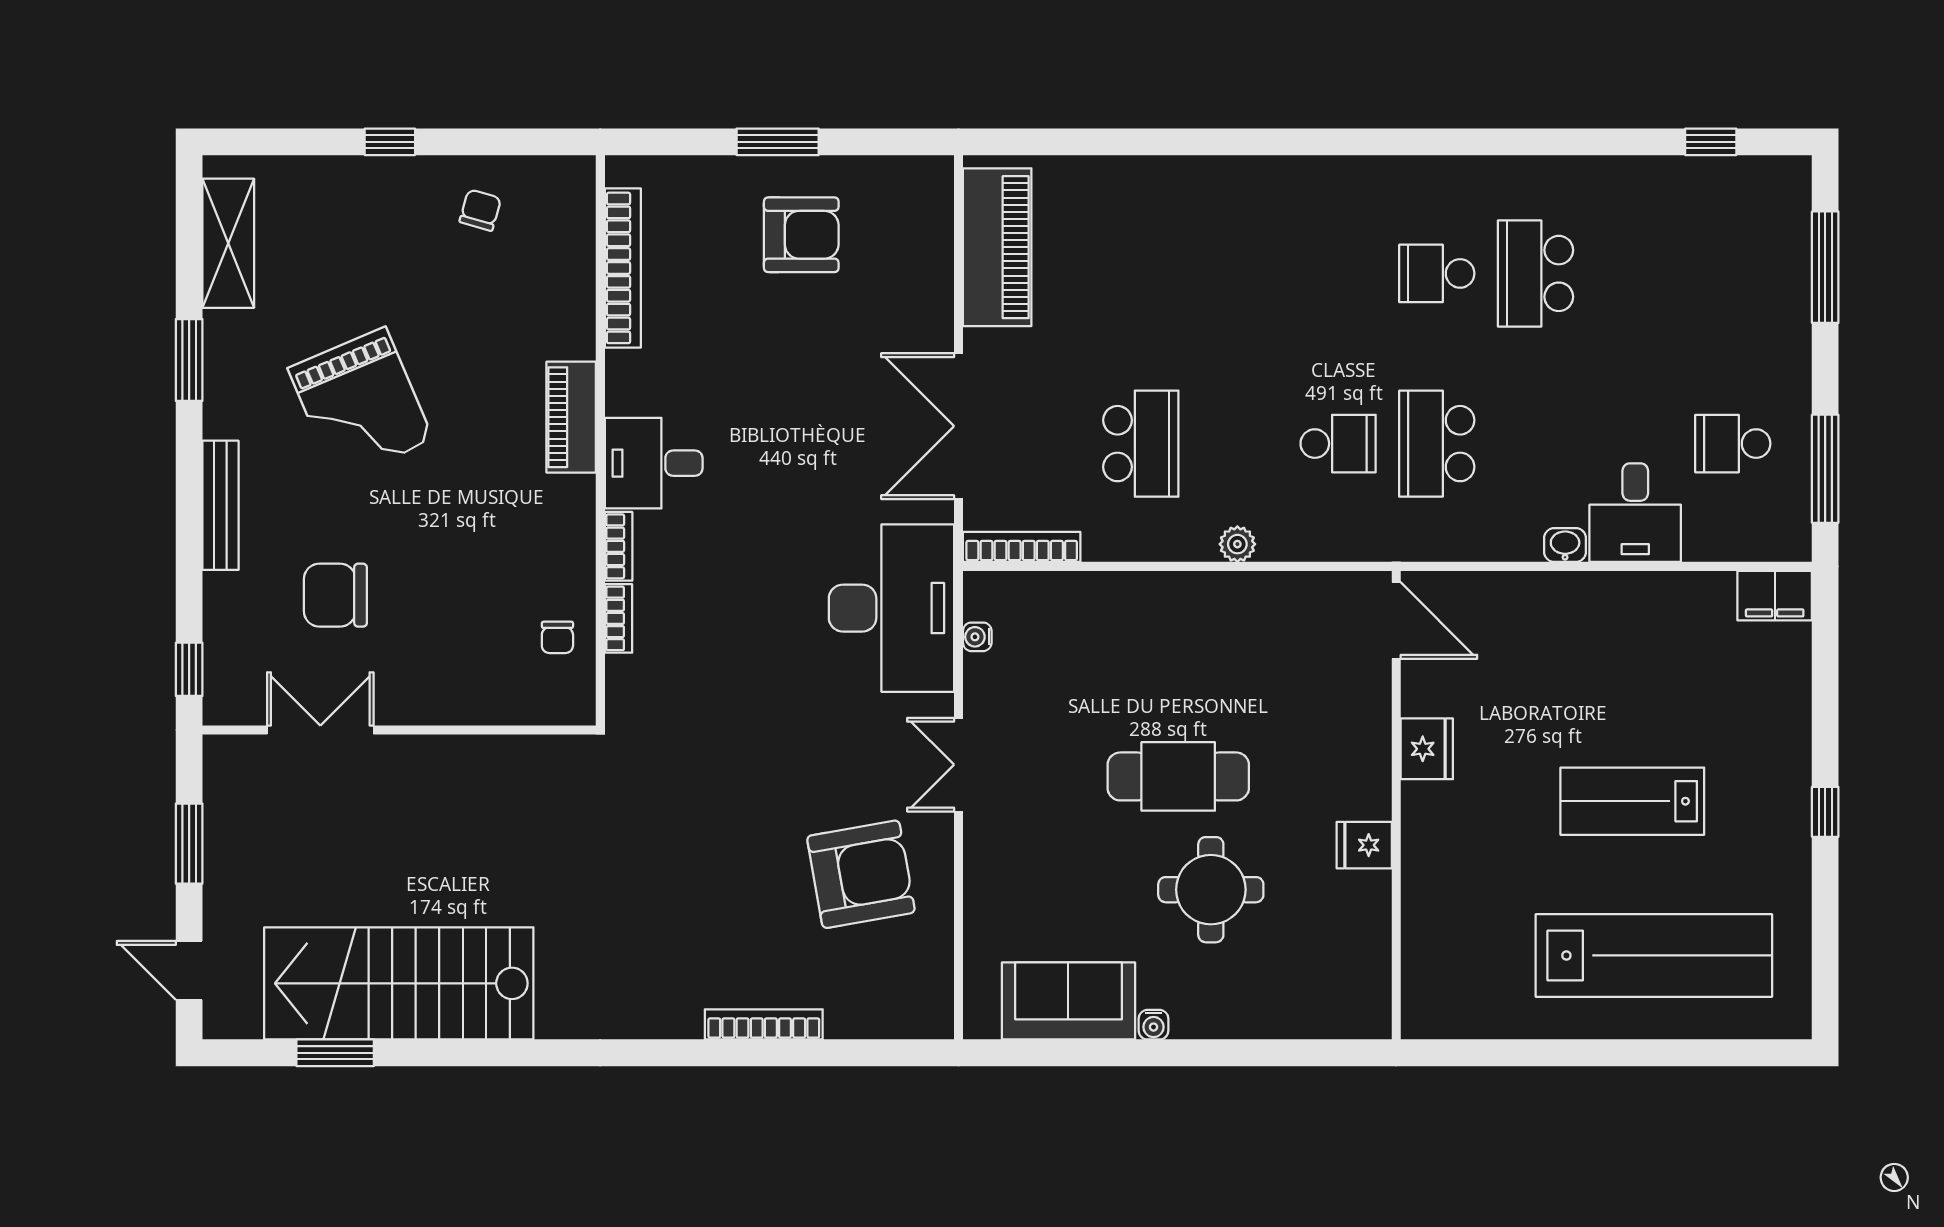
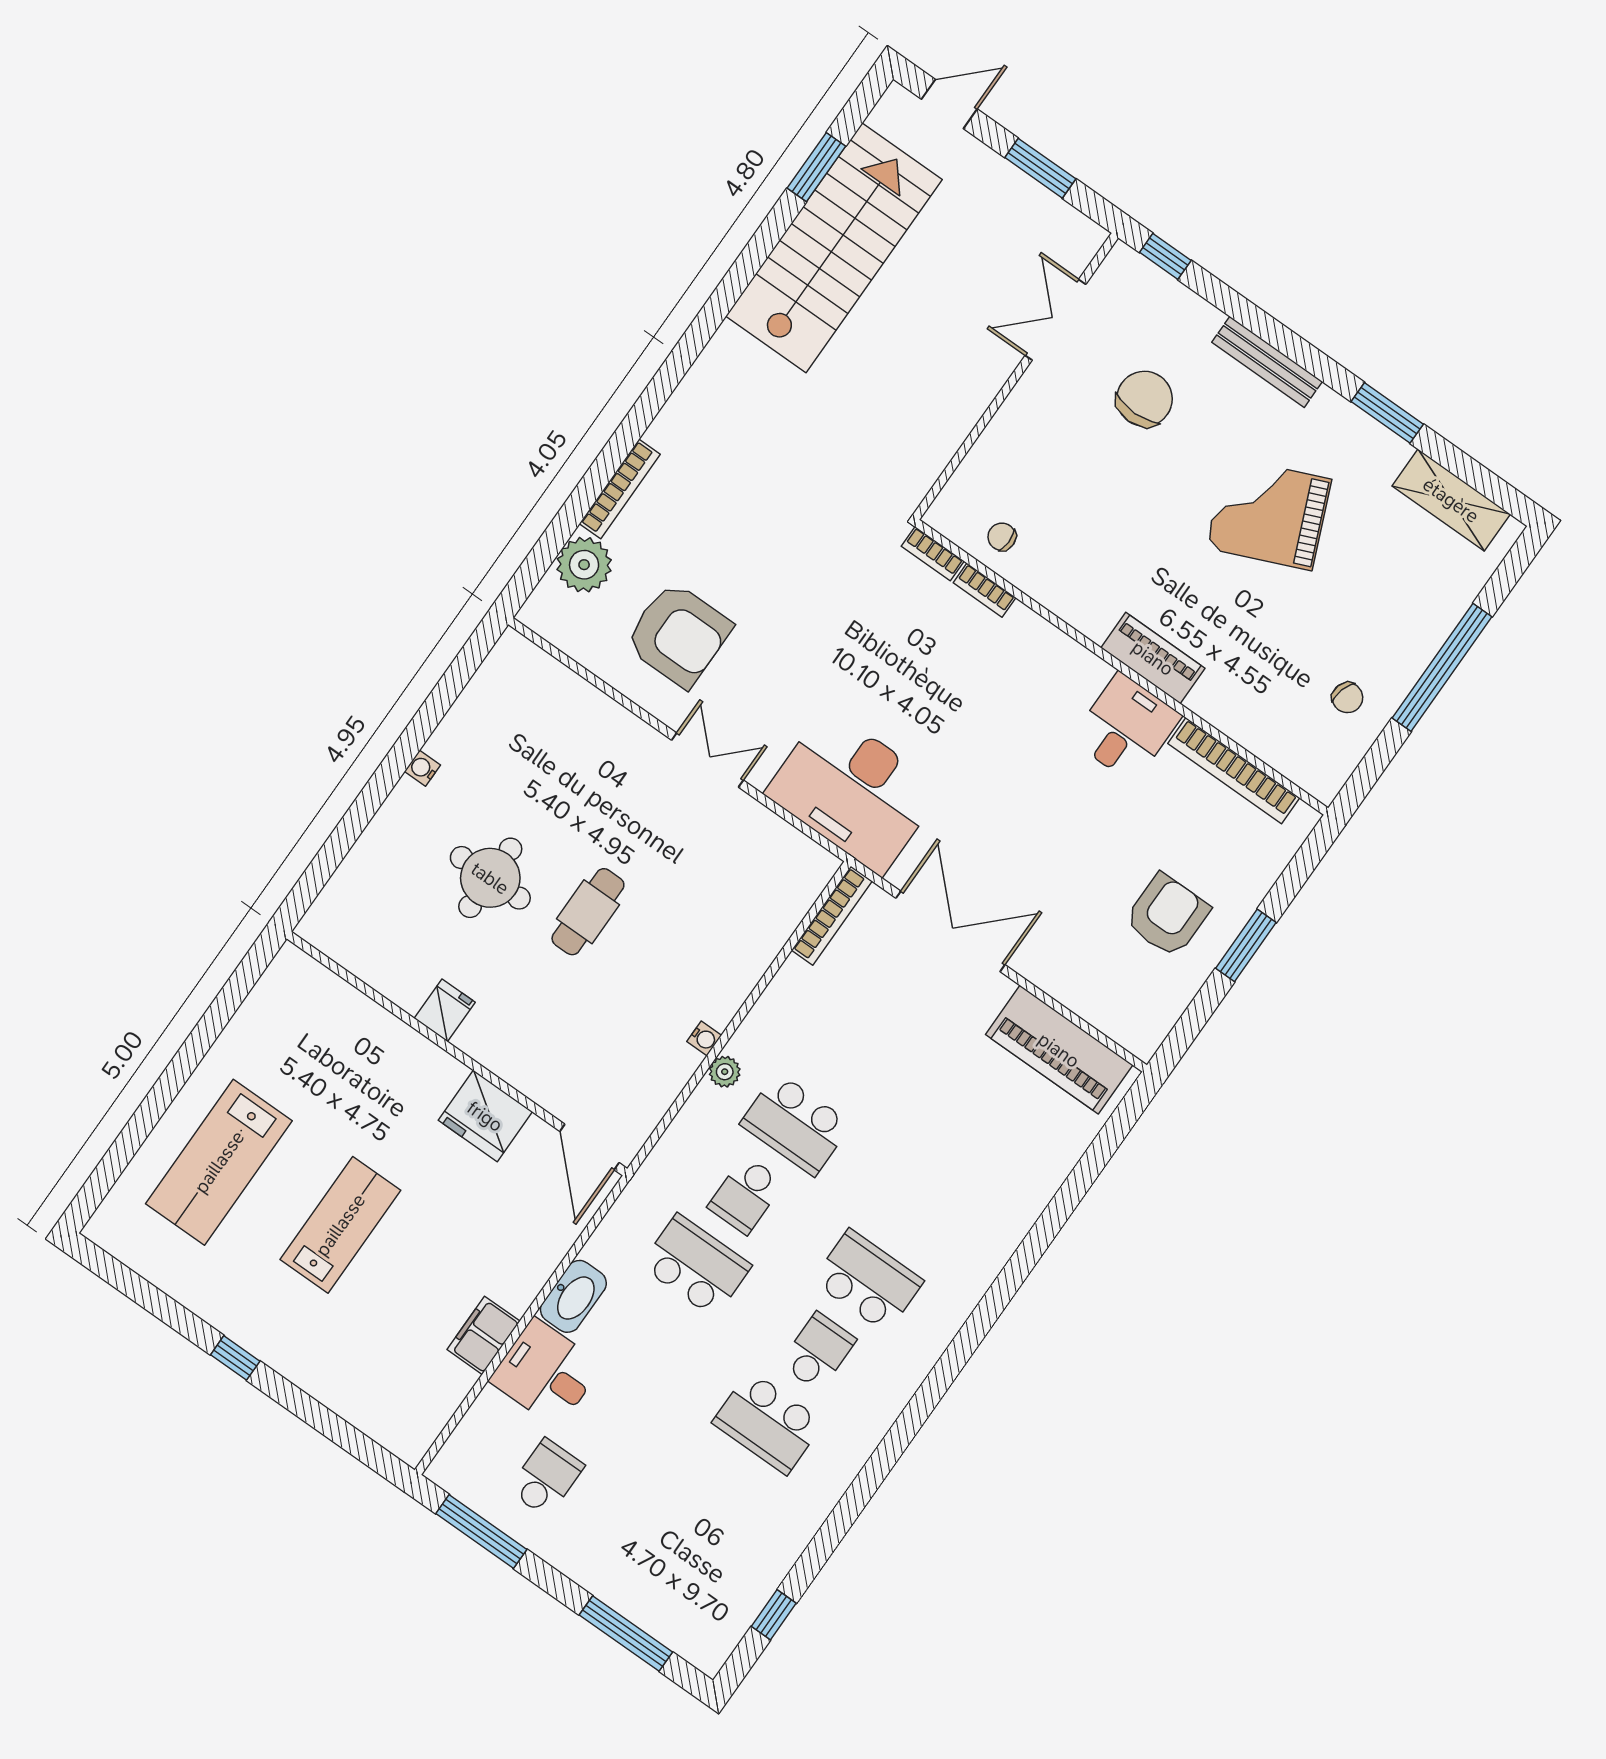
window: (390, 142) -> (1442, 667), width x3.17
armchair: (801, 235) -> (1167, 915), turned 180
school desk: (1338, 273) -> (868, 1281), added
school desk: (1535, 273) -> (768, 1422), turned 180
school desk: (1141, 444) -> (796, 1124), moved
desk: (654, 463) -> (1126, 728), moved
washbasin: (1565, 545) -> (573, 1296), width x1.91, depth x1.45
bookcase: (619, 546) -> (933, 554), moved
filing cabinet: (1775, 596) -> (483, 1335), moved
door: (1396, 621) -> (589, 1147), hinge flipped
water cooler: (977, 637) -> (704, 1038), moved, turned 90
double door: (320, 730) -> (1055, 320), swing flipped
fridge: (1427, 749) -> (485, 1116), width x1.36, depth x1.34
cafe table: (1178, 776) -> (588, 912), width x0.73, depth x0.74
armchair: (861, 874) -> (678, 635), turned -80
lab bench: (1654, 955) -> (219, 1162), width x0.73
sofa: (1068, 1001) -> (482, 719), removed
plant: (858, 1008) -> (584, 565), added

